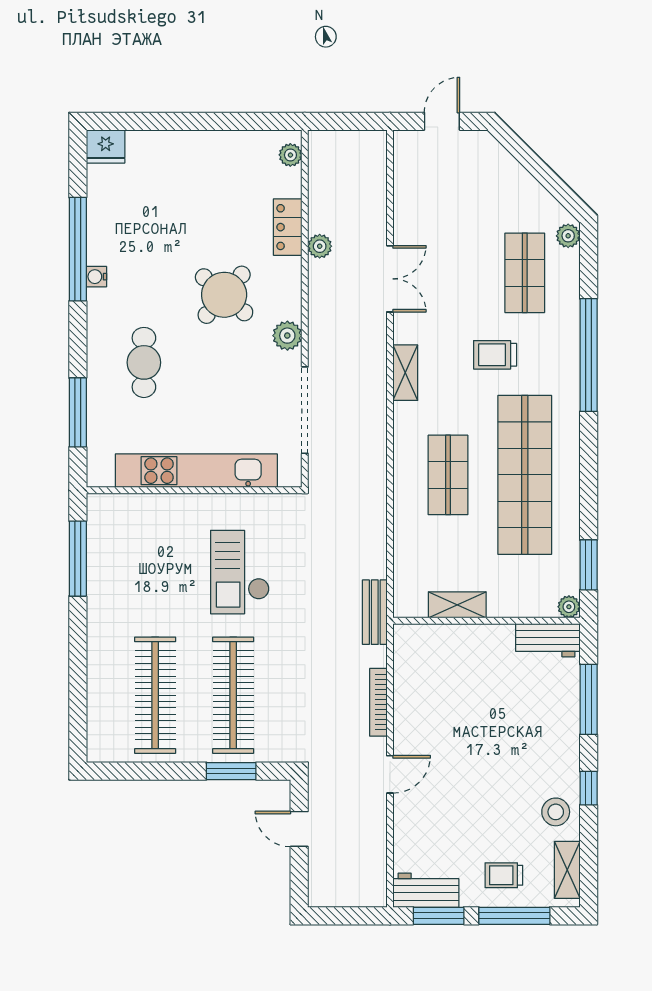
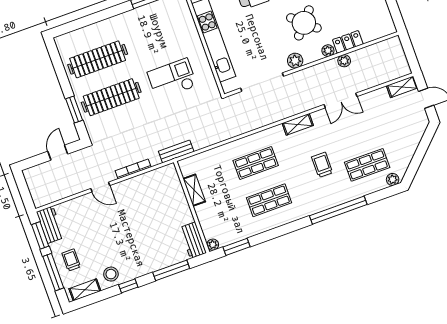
plant: (290, 155) -> (328, 51), moved
shelving: (405, 158) -> (402, 87), added
shop shelf: (525, 475) -> (269, 200), width x0.50, depth x0.74

